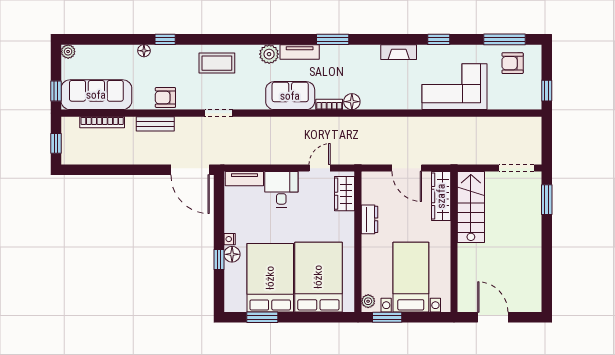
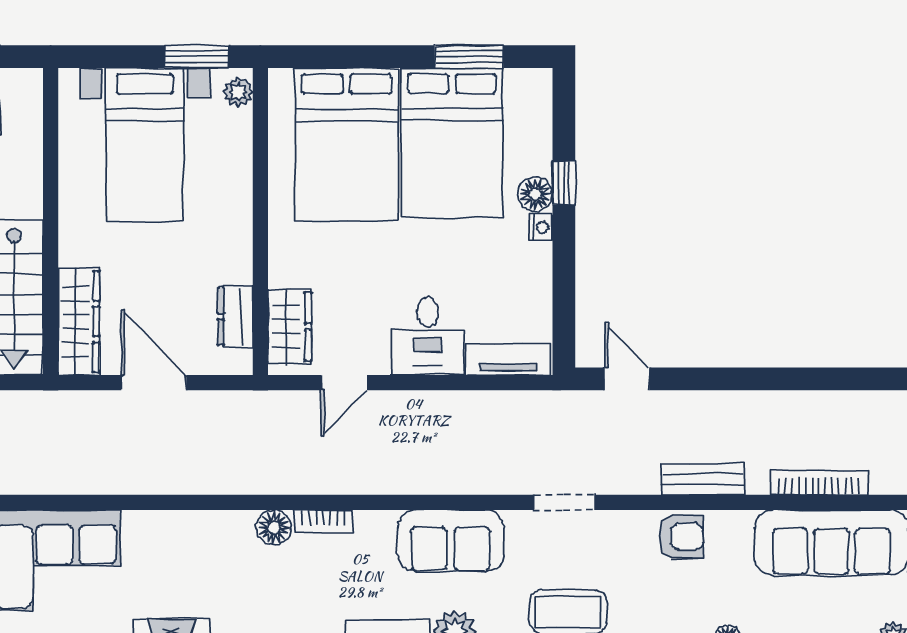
sofa: (290, 96) -> (451, 541), moved
door: (190, 170) -> (627, 379), width x0.53
dresser: (369, 219) -> (235, 316), moved

